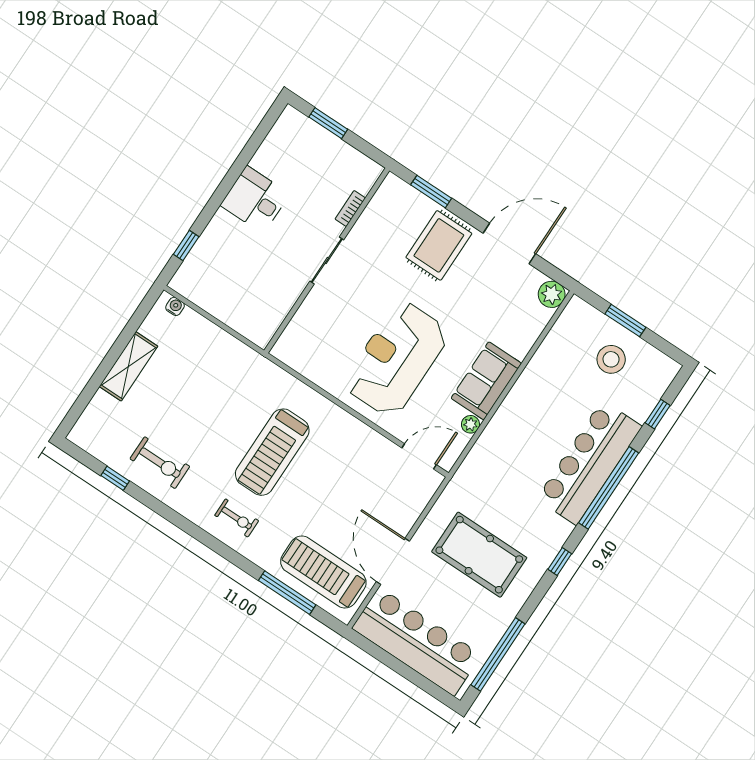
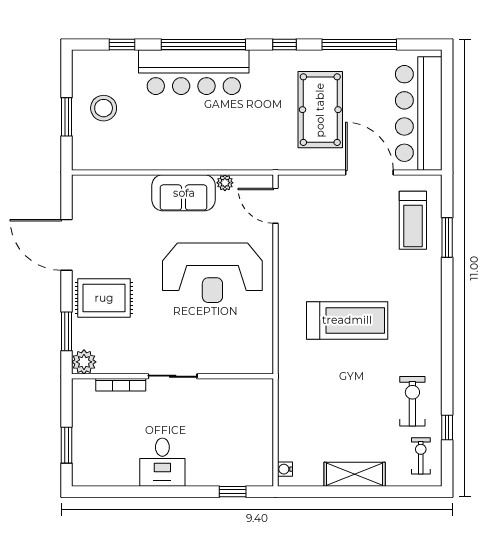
bookcase: (350, 209) -> (121, 385), width x1.56
plant: (552, 294) -> (84, 362), moved
exercise bike: (237, 518) -> (421, 456), moved
door: (393, 561) -> (369, 172), swing flipped
treadmill: (323, 572) -> (413, 220), width x0.73, depth x0.73
window: (287, 593) -> (447, 238), width x0.69
window: (498, 654) -> (359, 45), moved

